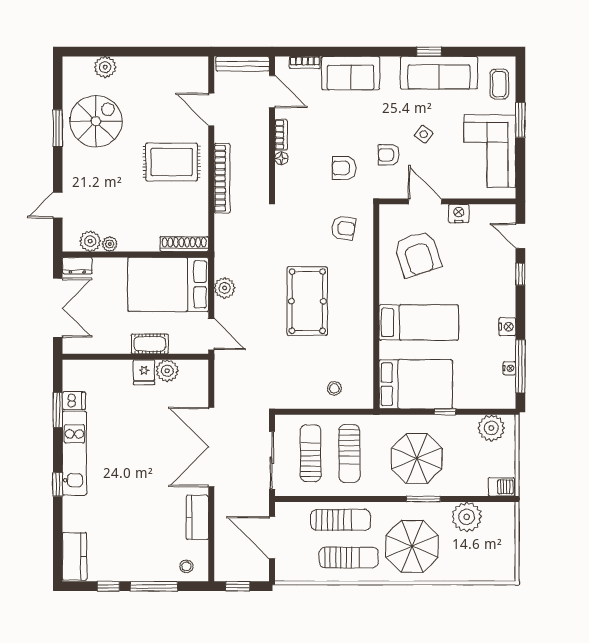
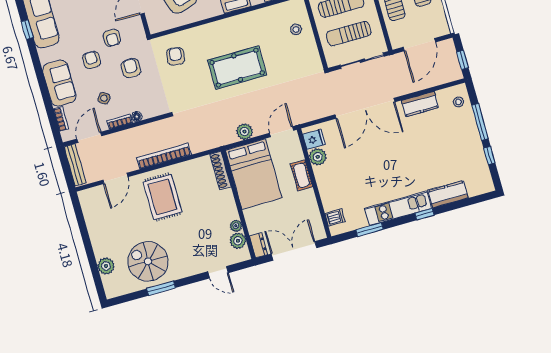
armchair: (368, 121) -> (92, 60), added
side table: (424, 134) -> (104, 98), moved
armchair: (344, 168) -> (131, 68), turned 180
fridge: (144, 372) -> (314, 139), moved
dishwasher: (74, 401) -> (335, 217), moved, turned 90
kitchen counter: (74, 556) -> (448, 194), moved

